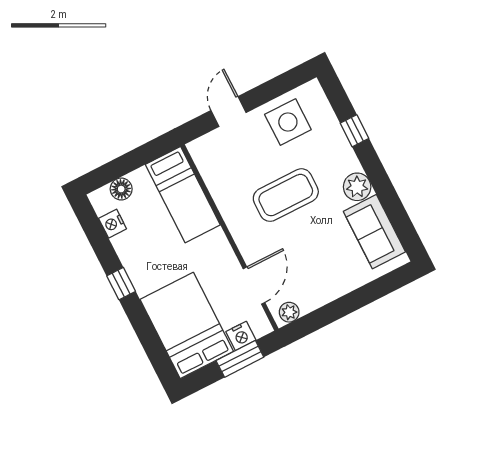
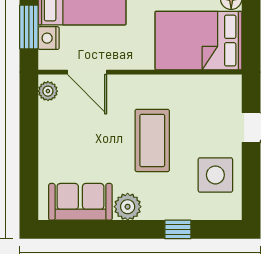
bed: (183, 195) -> (199, 41), width x1.50

